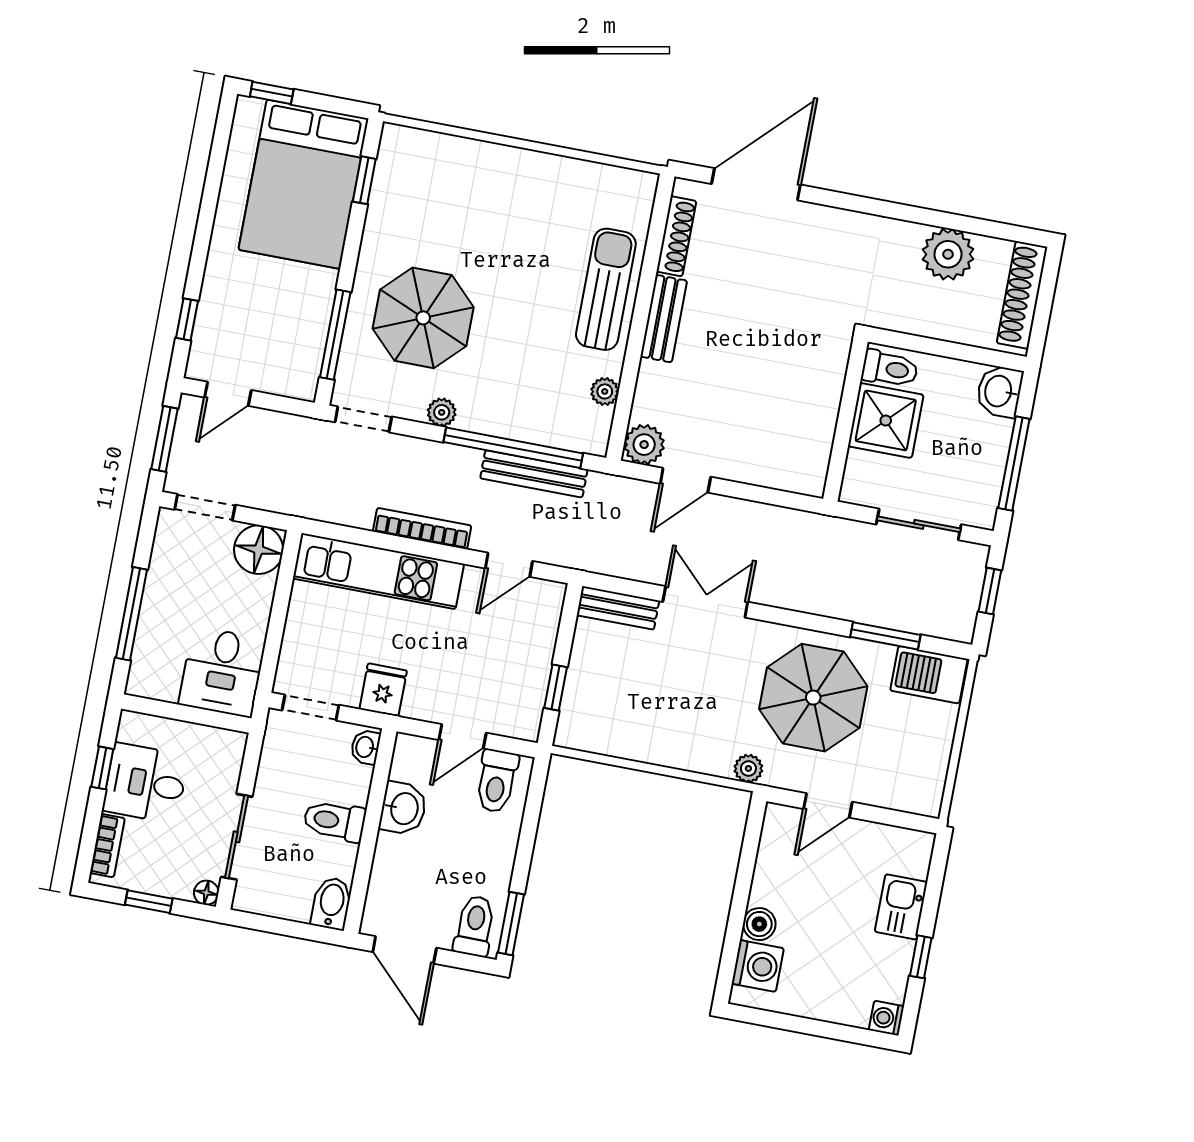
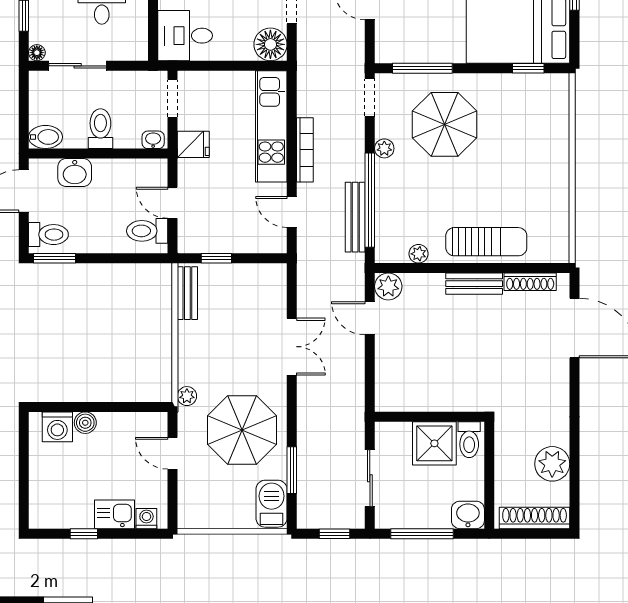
bench: (618, 608) -> (187, 293), moved
washbasin: (403, 808) -> (75, 173), moved
washing machine: (886, 1018) -> (146, 519), moved

